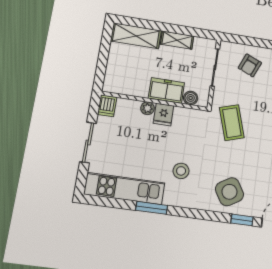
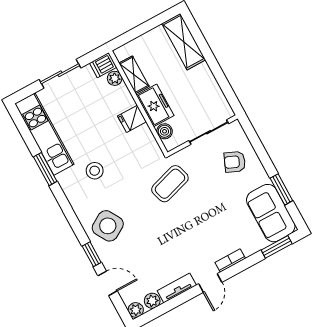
shelving: (177, 40) -> (134, 75), moved
plant: (147, 108) -> (115, 78), moved

